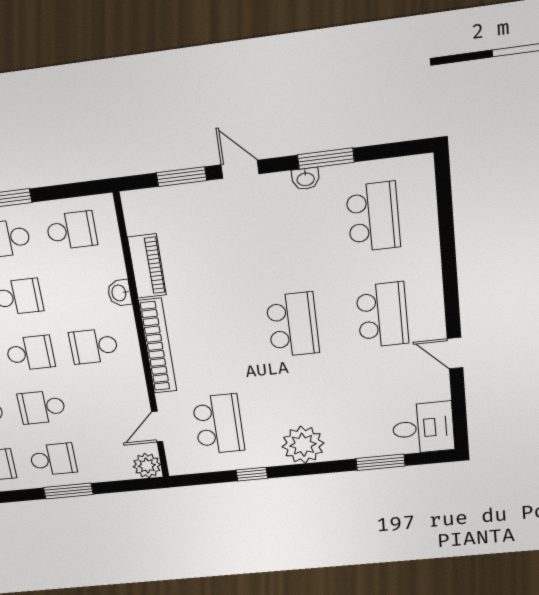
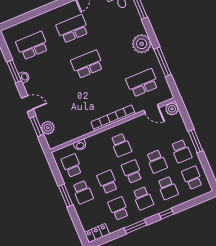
door: (240, 169) -> (27, 104), swing flipped
plant: (172, 201) -> (48, 128), added
piano: (147, 266) -> (79, 131), removed
washbasin: (119, 293) -> (80, 145), moved
school desk: (53, 459) -> (181, 151), turned 180
window: (252, 474) -> (163, 62), width x2.17

